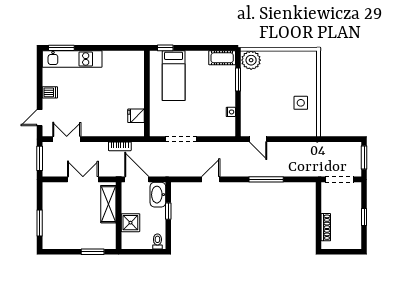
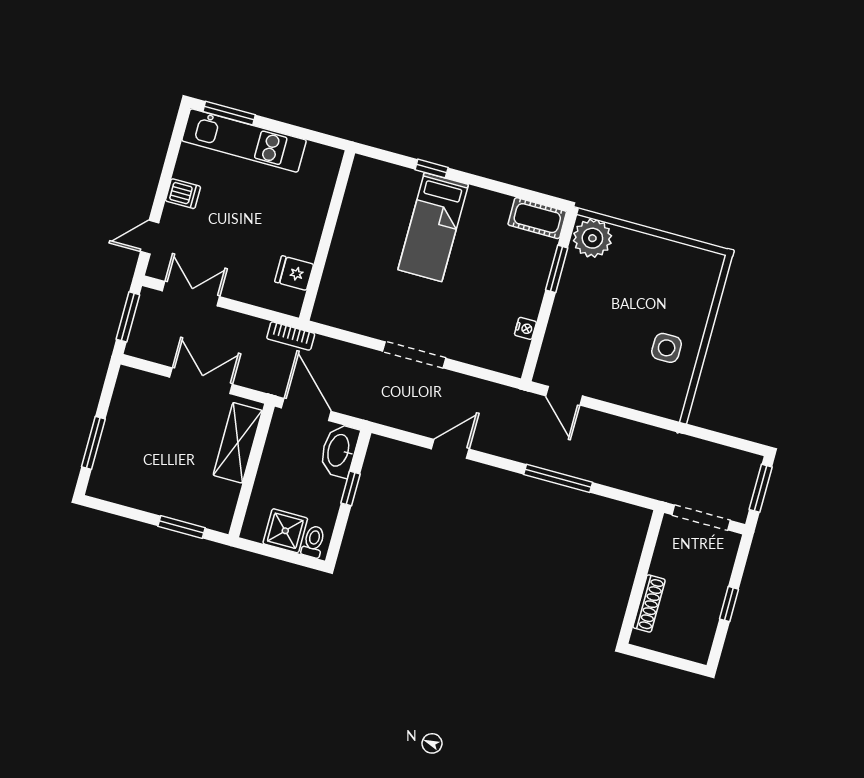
wall: (147, 94) -> (327, 235), moved
fridge: (136, 116) -> (294, 273), moved
shower: (130, 223) -> (285, 531), moved

